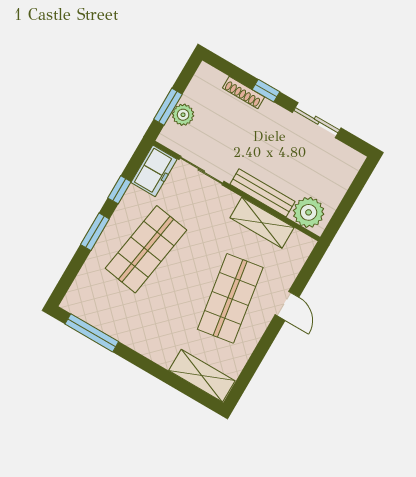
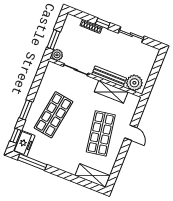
plant: (183, 115) -> (57, 55), moved
freezer: (154, 171) -> (24, 143), moved
window: (119, 190) -> (16, 136), moved

